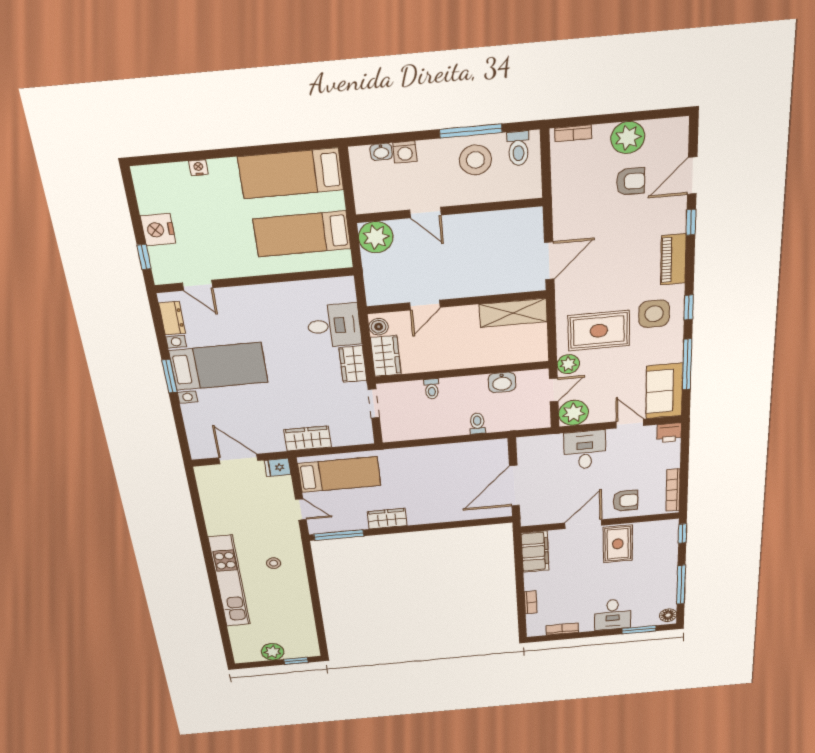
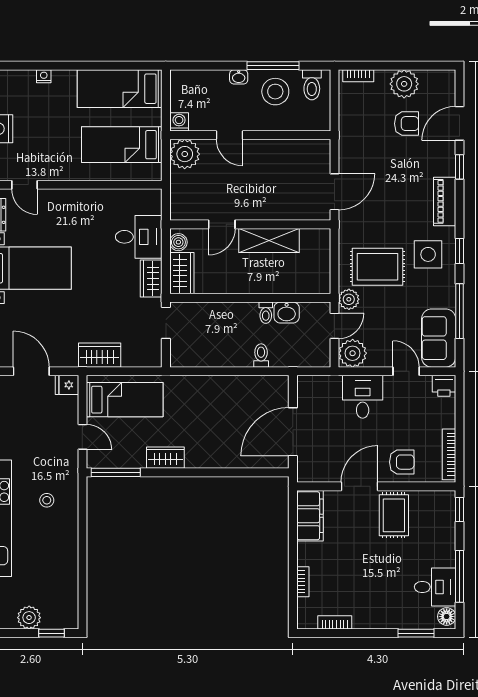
washbasin: (381, 152) -> (239, 77), moved
washing machine: (405, 152) -> (179, 122), moved, turned 180
shelving: (513, 313) -> (269, 240), moved
toilet: (432, 389) -> (266, 313), moved
desk: (613, 615) -> (435, 587), moved, turned -90

